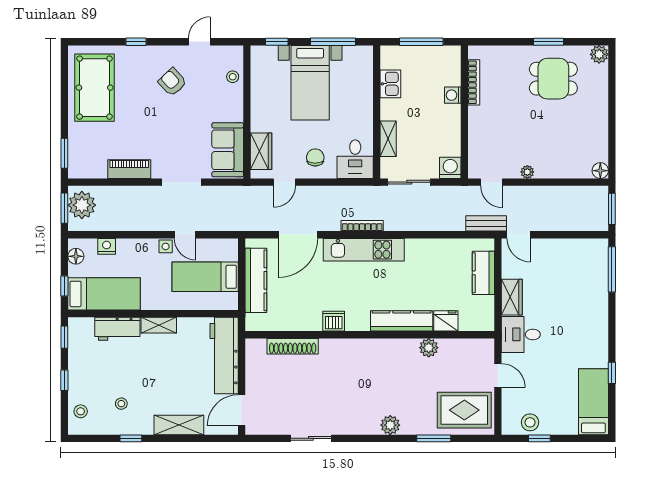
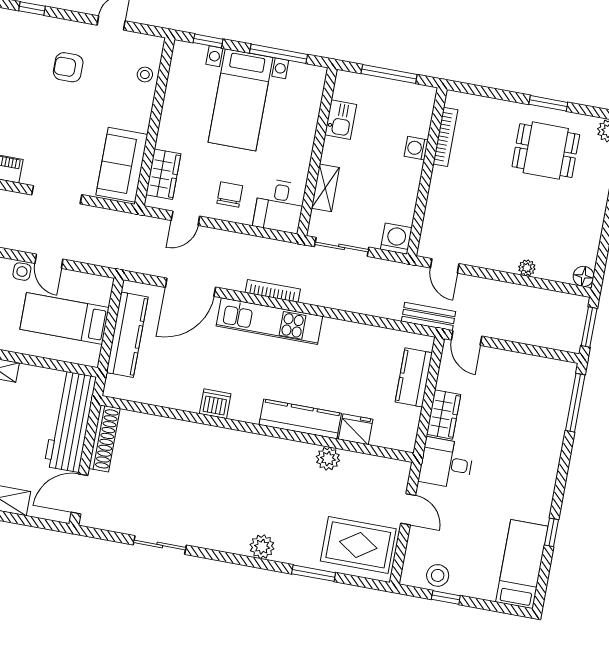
armchair: (172, 82) -> (68, 67), turned -47
plant: (527, 172) -> (527, 268), moved
shoe rack: (293, 346) -> (104, 438), moved, turned -90

